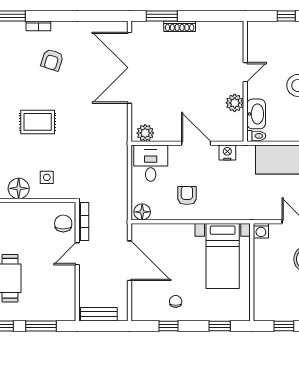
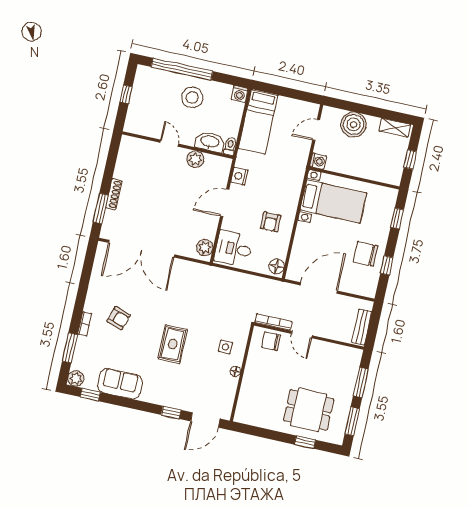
floor lamp: (19, 188) -> (235, 372), width x0.53, depth x0.53
armchair: (187, 195) -> (271, 222), turned -90
chair: (176, 301) -> (366, 254), width x1.87, depth x1.87

